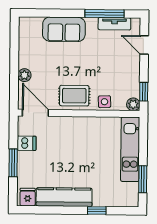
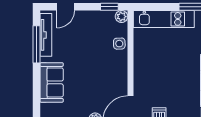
tv unit: (114, 24) -> (46, 35), width x1.41
rug: (74, 96) -> (114, 72), removed

